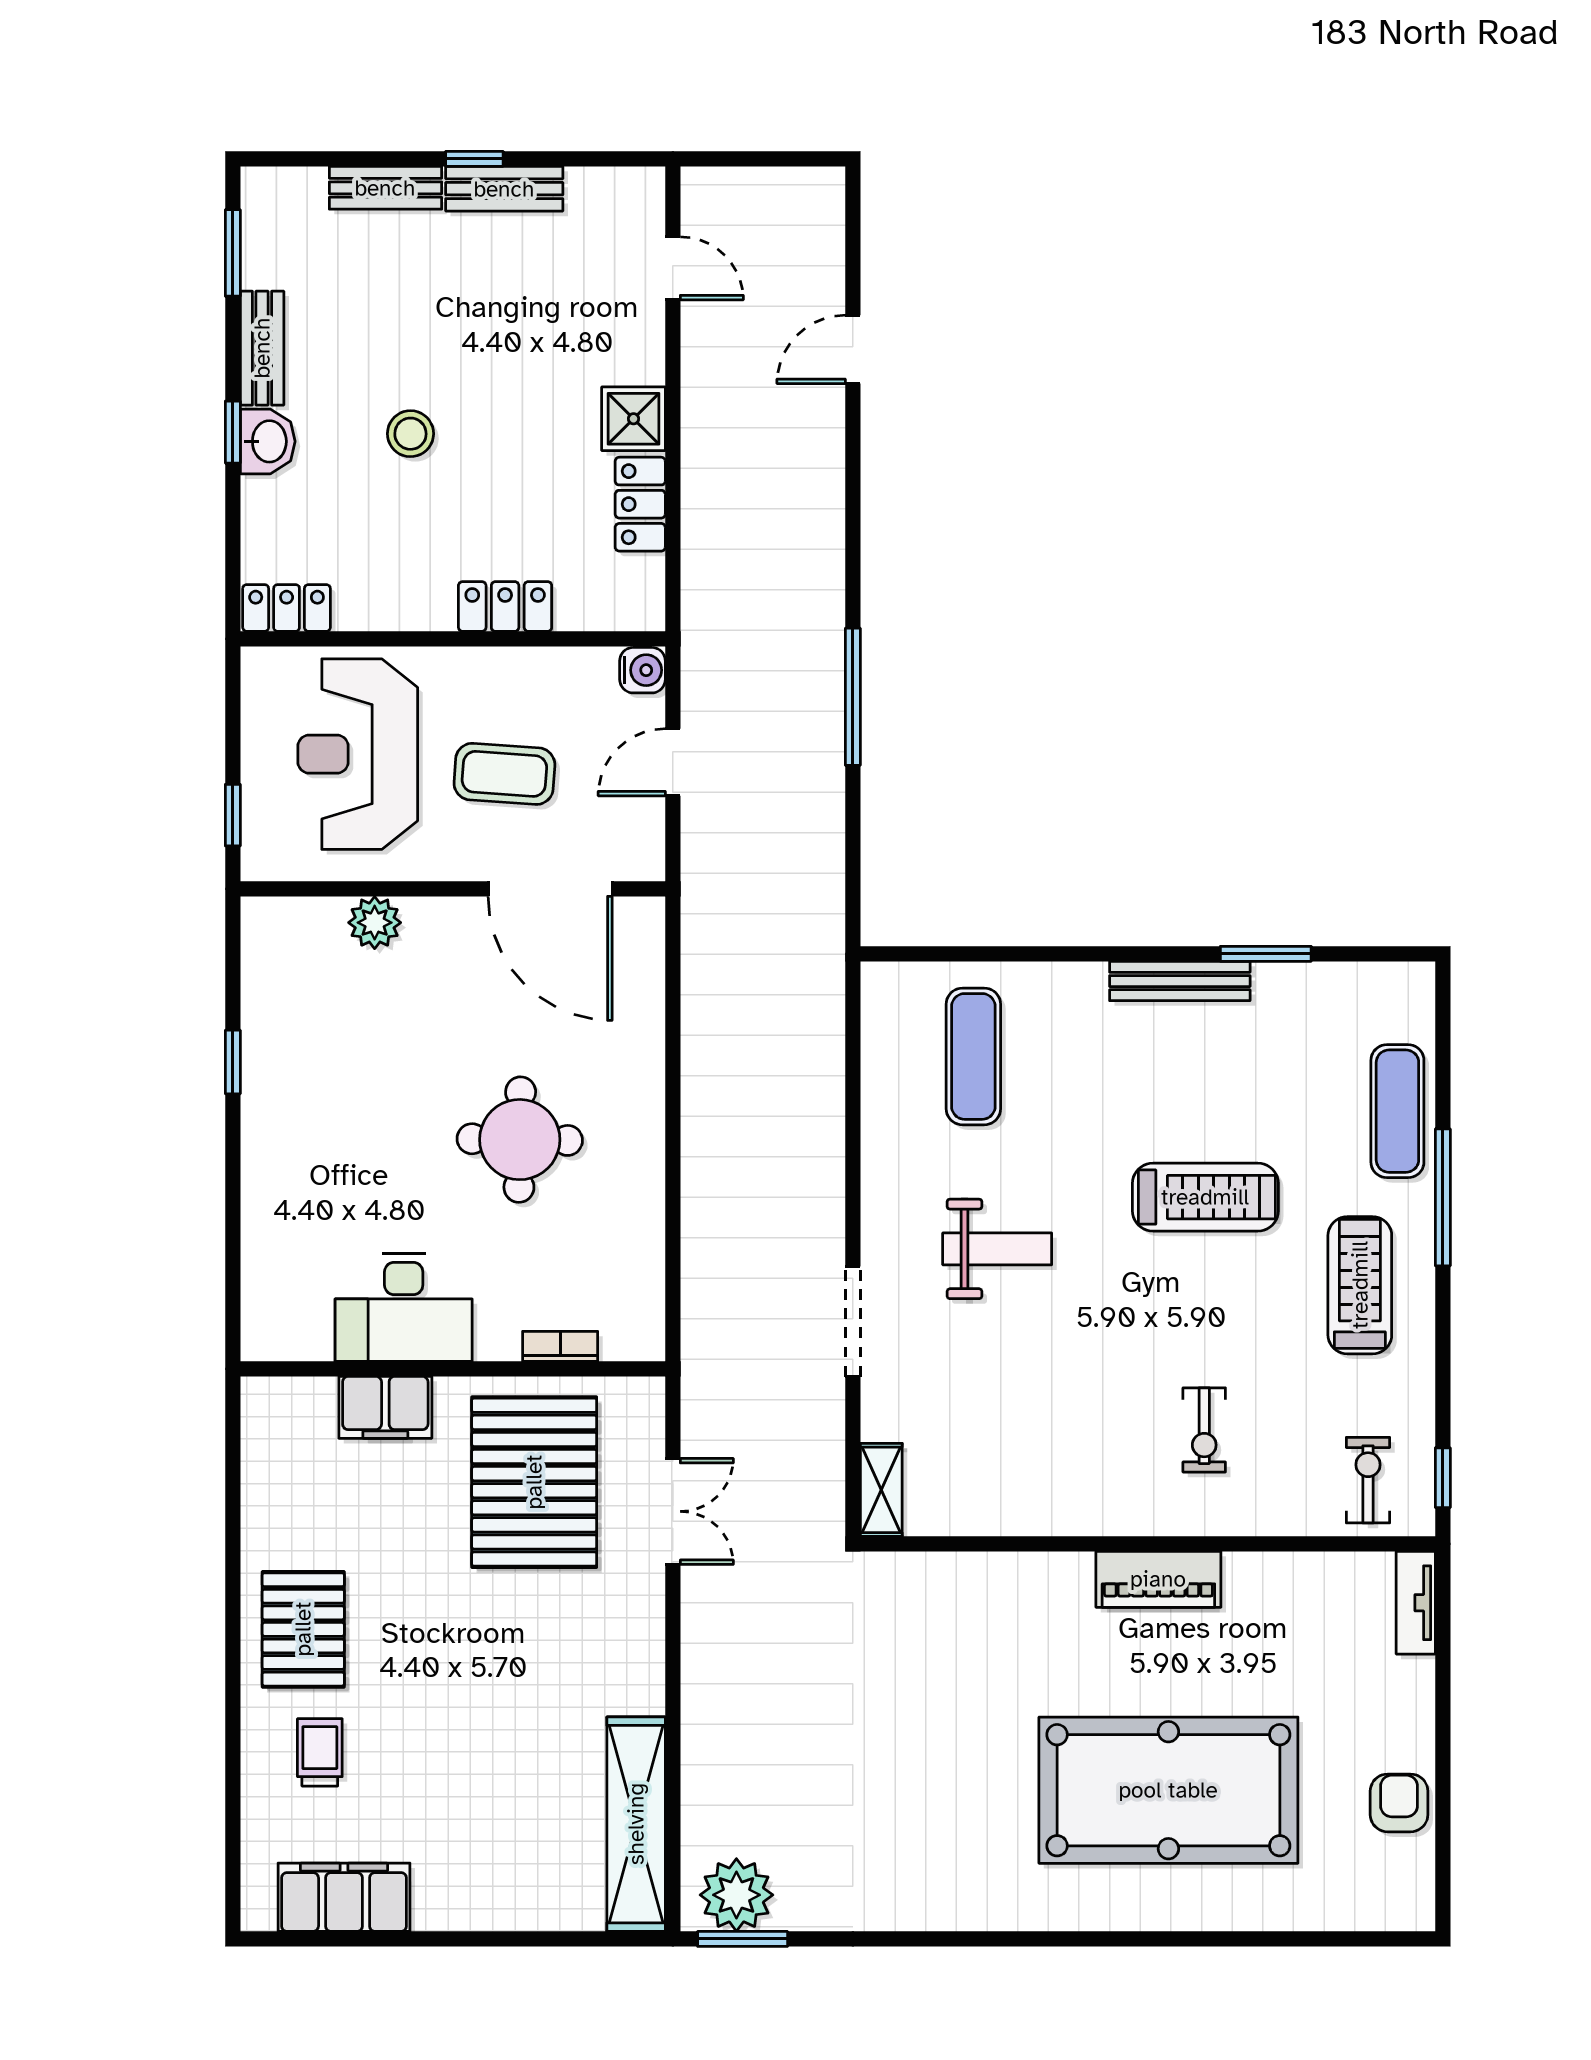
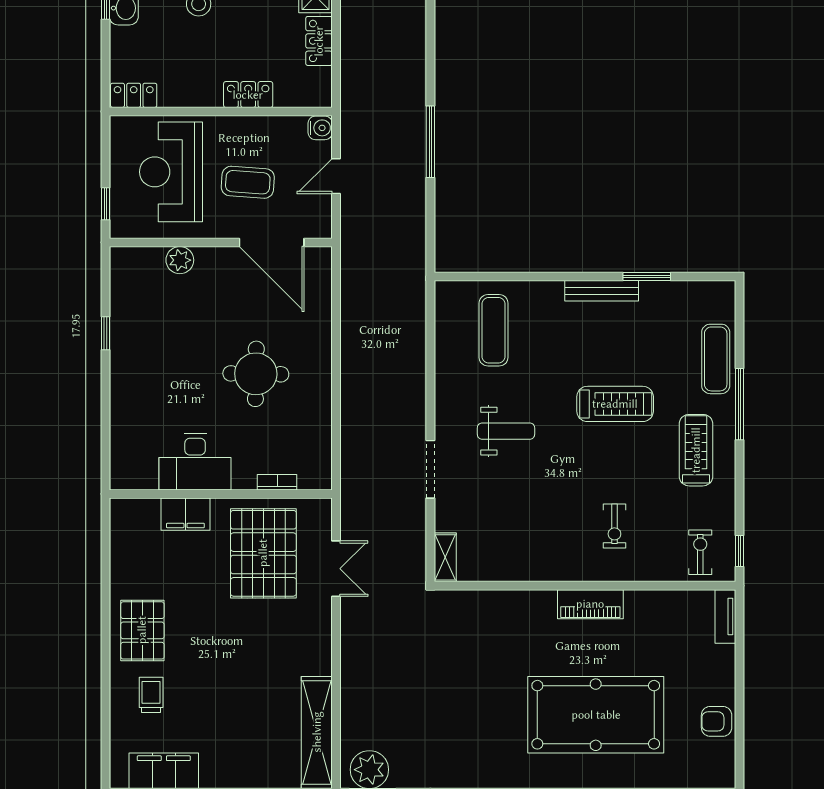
armchair: (1399, 1803) -> (717, 721), turned -90

